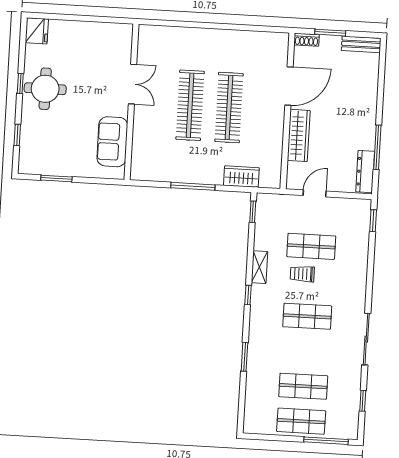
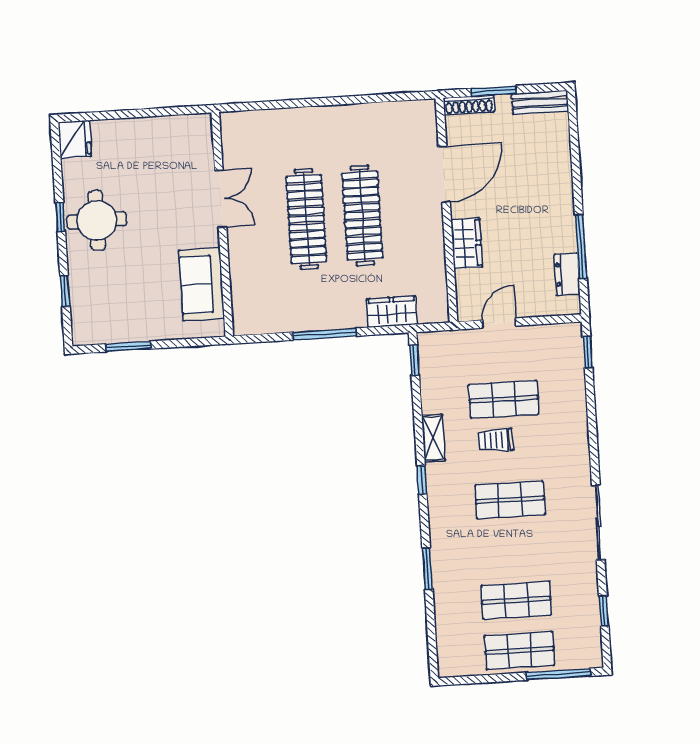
shoe rack: (307, 40) -> (469, 105), width x1.43
wardrobe: (299, 135) -> (467, 243), width x0.67
dresser: (365, 172) -> (567, 274), width x0.70

